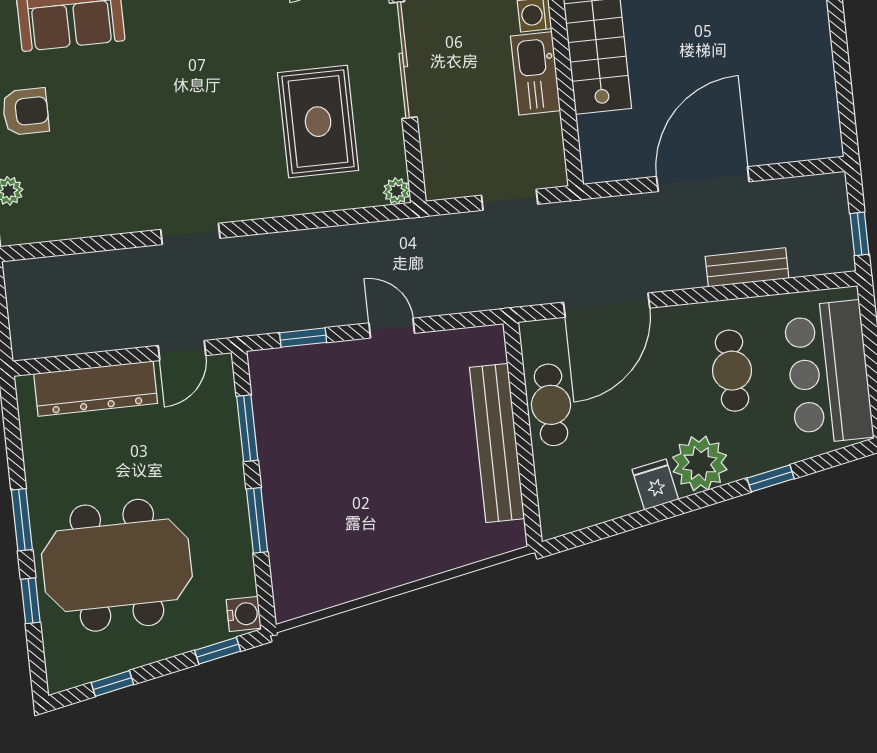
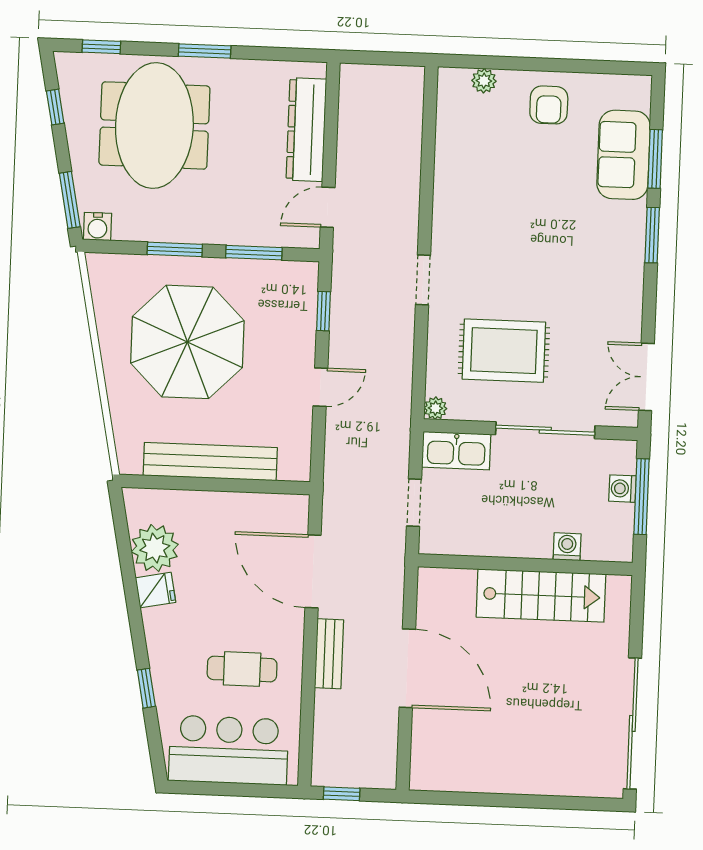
kitchen sink: (535, 73) -> (456, 451), moved, turned 180
doorway: (190, 234) -> (423, 280), moved
bench: (747, 267) -> (329, 654), moved
door: (182, 351) -> (328, 207), hinge flipped
cafe table: (551, 405) -> (236, 512), removed
plant: (700, 463) -> (155, 548), moved
parasol: (362, 490) -> (187, 342), added
window: (31, 601) -> (101, 47), moved
window: (218, 651) -> (70, 200), width x1.50

